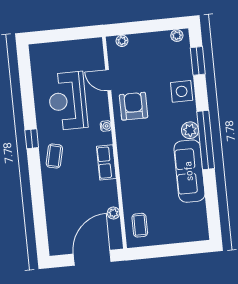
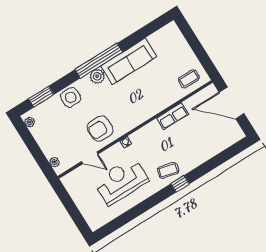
door: (108, 80) -> (90, 158), hinge flipped
reception desk: (68, 101) -> (121, 181), turned 180
window: (32, 139) -> (180, 184), moved
row of seats: (106, 162) -> (173, 116), moved
plant: (113, 213) -> (189, 104), removed

